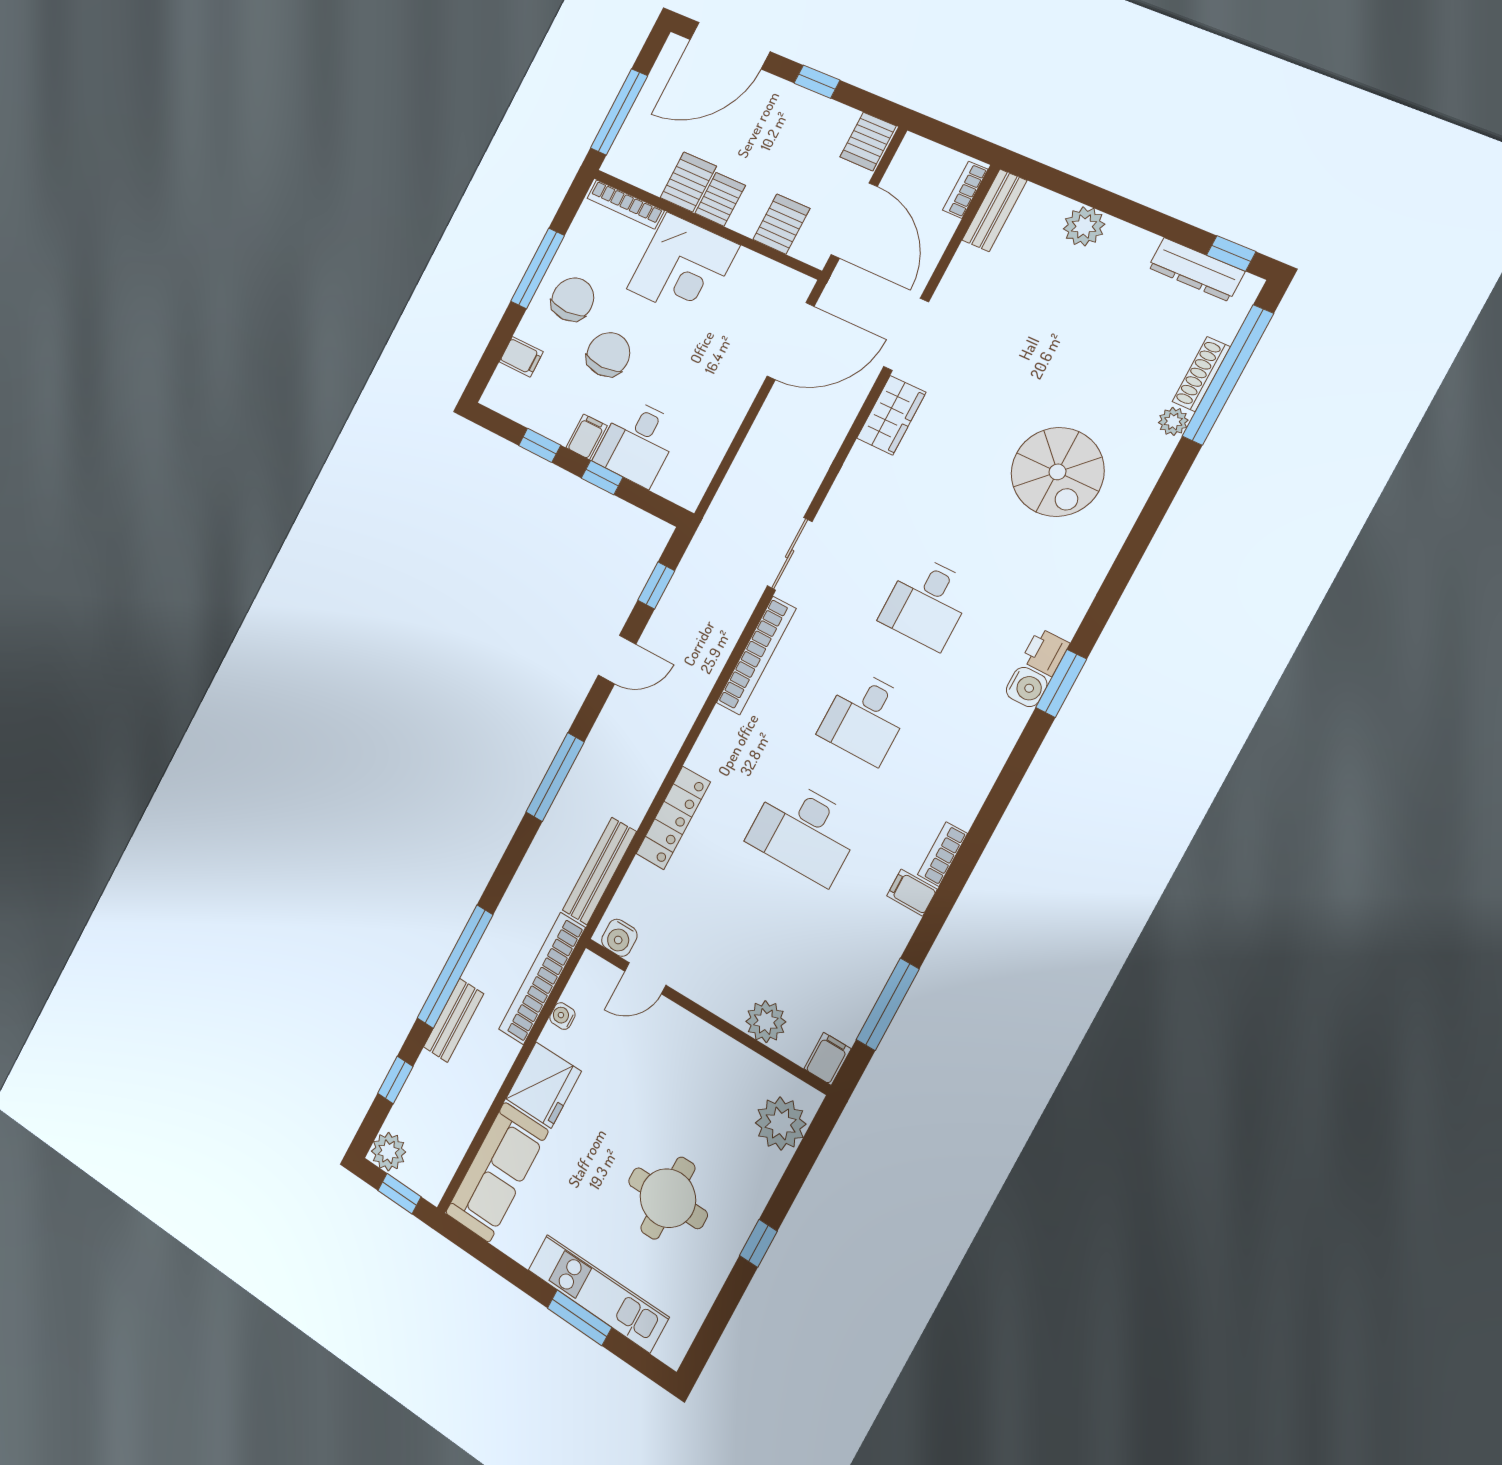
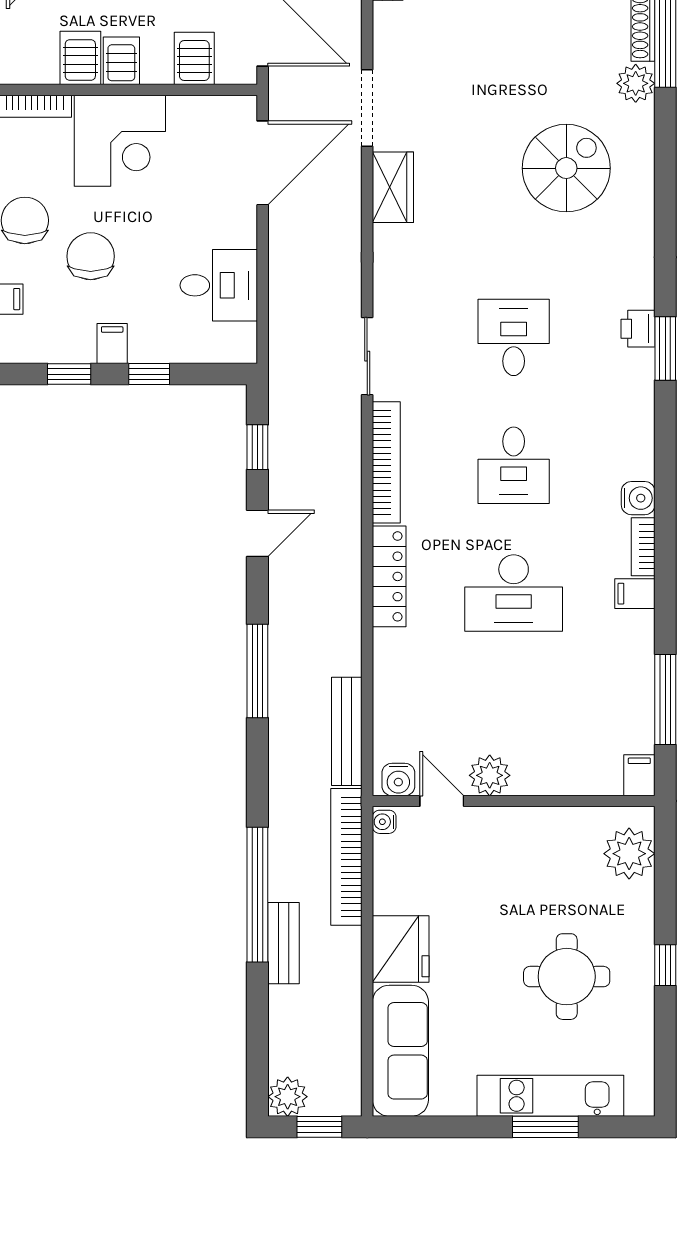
plant: (1173, 421) -> (636, 83), width x1.38, depth x1.38
desk: (637, 442) -> (219, 285), moved, turned -90
spiral stairs: (1058, 472) -> (566, 168), turned -90
desk: (927, 602) -> (514, 337), turned 180
water cooler: (1027, 687) -> (638, 498), moved
locker: (673, 818) -> (389, 576), moved
door: (645, 978) -> (442, 801), swing flipped
water cooler: (562, 1016) -> (384, 822), moved
plant: (766, 1022) -> (490, 775), moved
window: (395, 1080) -> (257, 1030), removed

